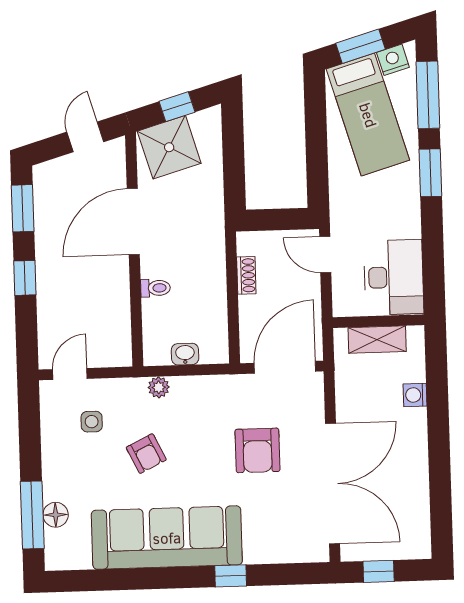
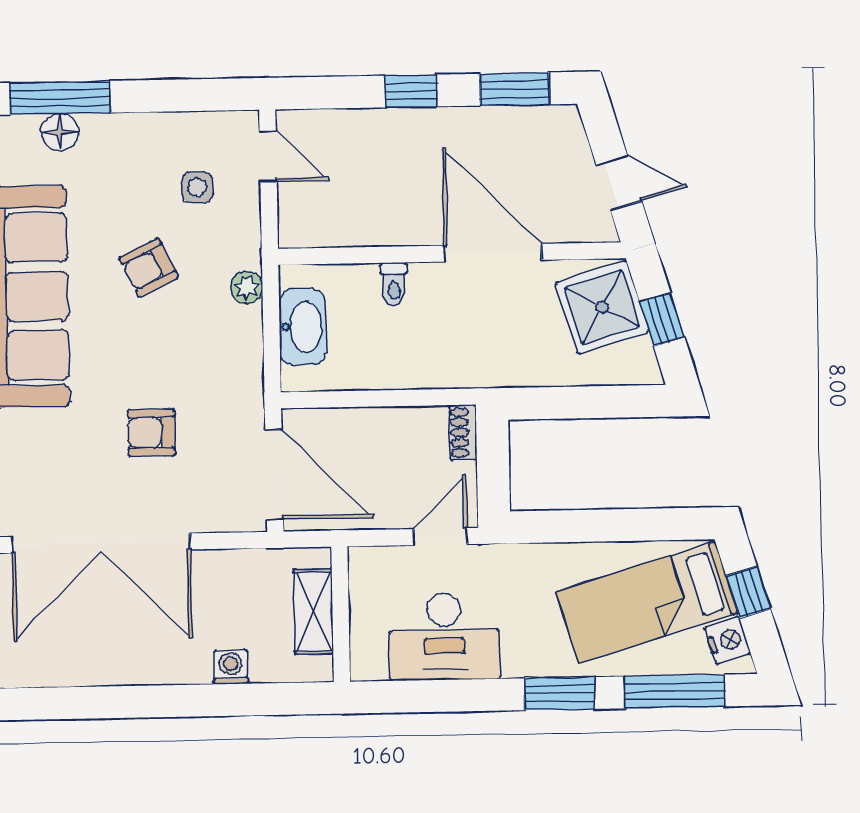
window: (360, 46) -> (748, 592), width x0.67
shoe rack: (246, 275) -> (463, 432), moved, turned 90
desk: (394, 277) -> (444, 637), moved
washbasin: (185, 354) -> (303, 327), width x1.91, depth x1.45
armchair: (257, 450) -> (151, 433), width x0.72, depth x0.72

